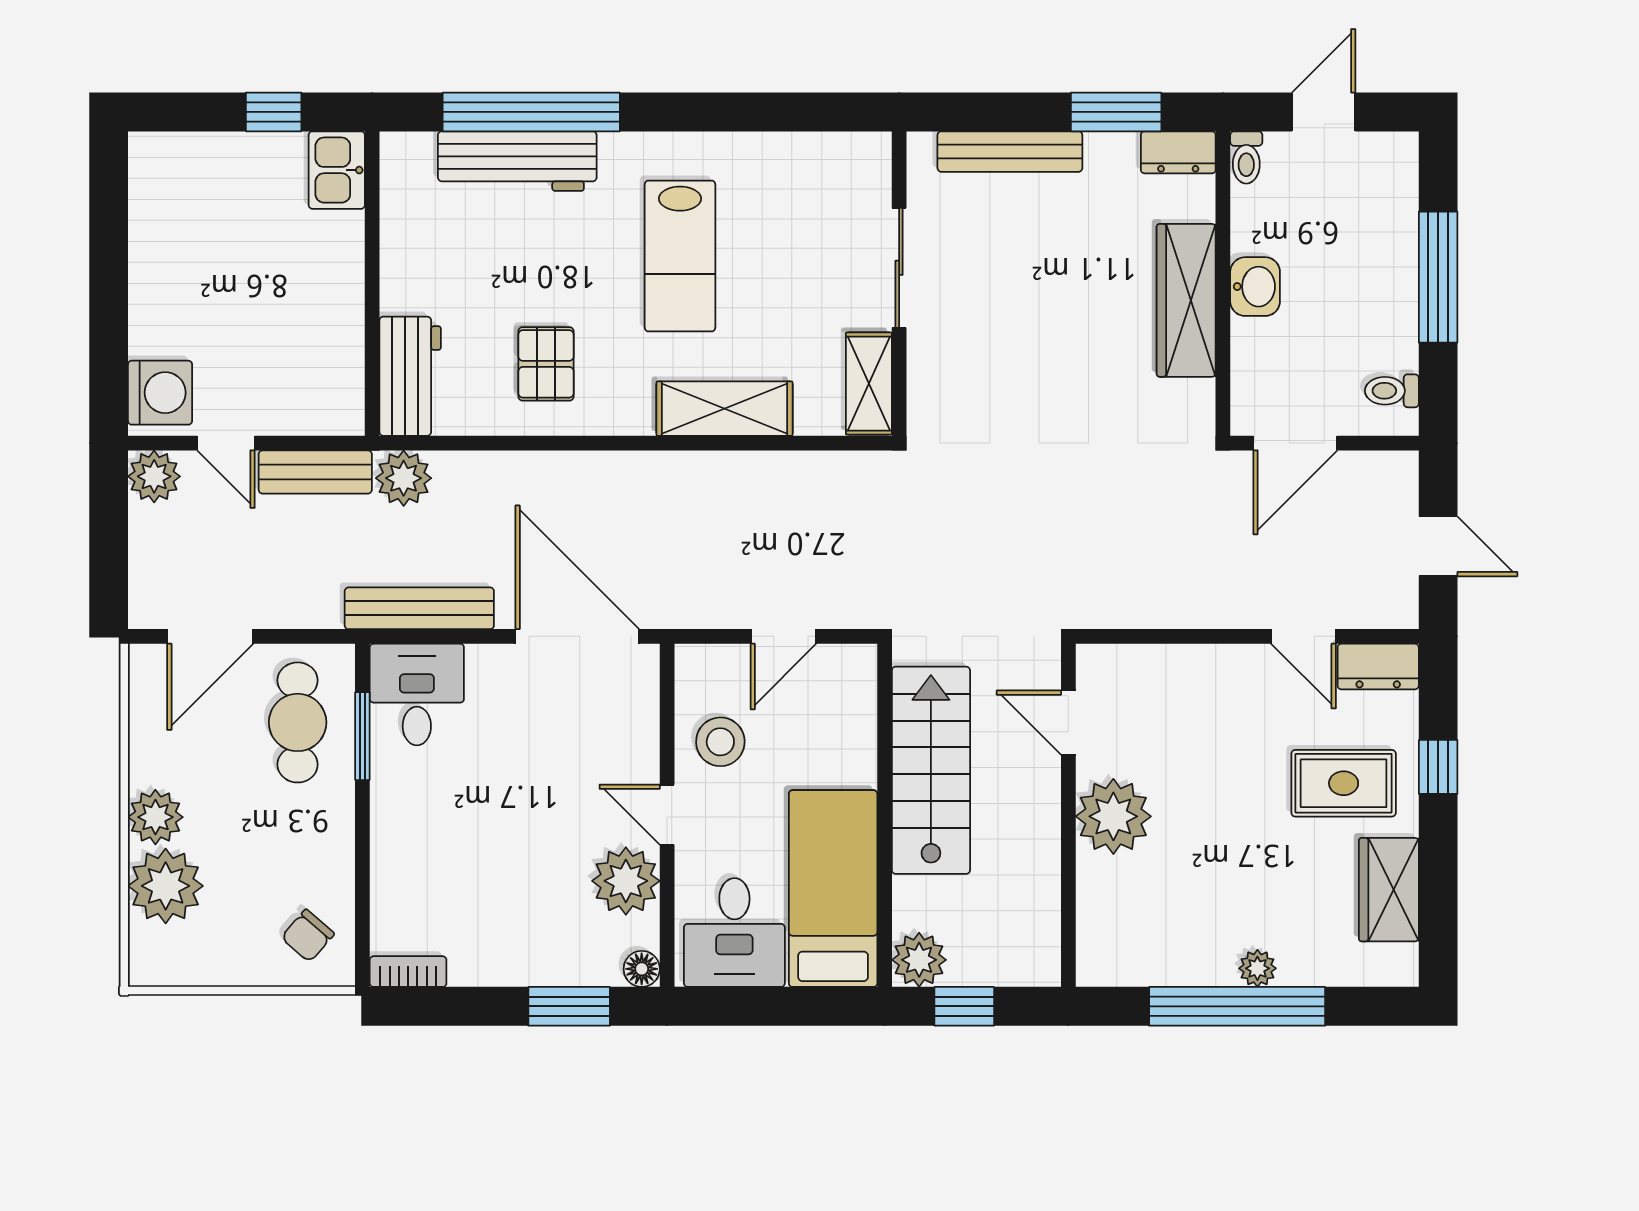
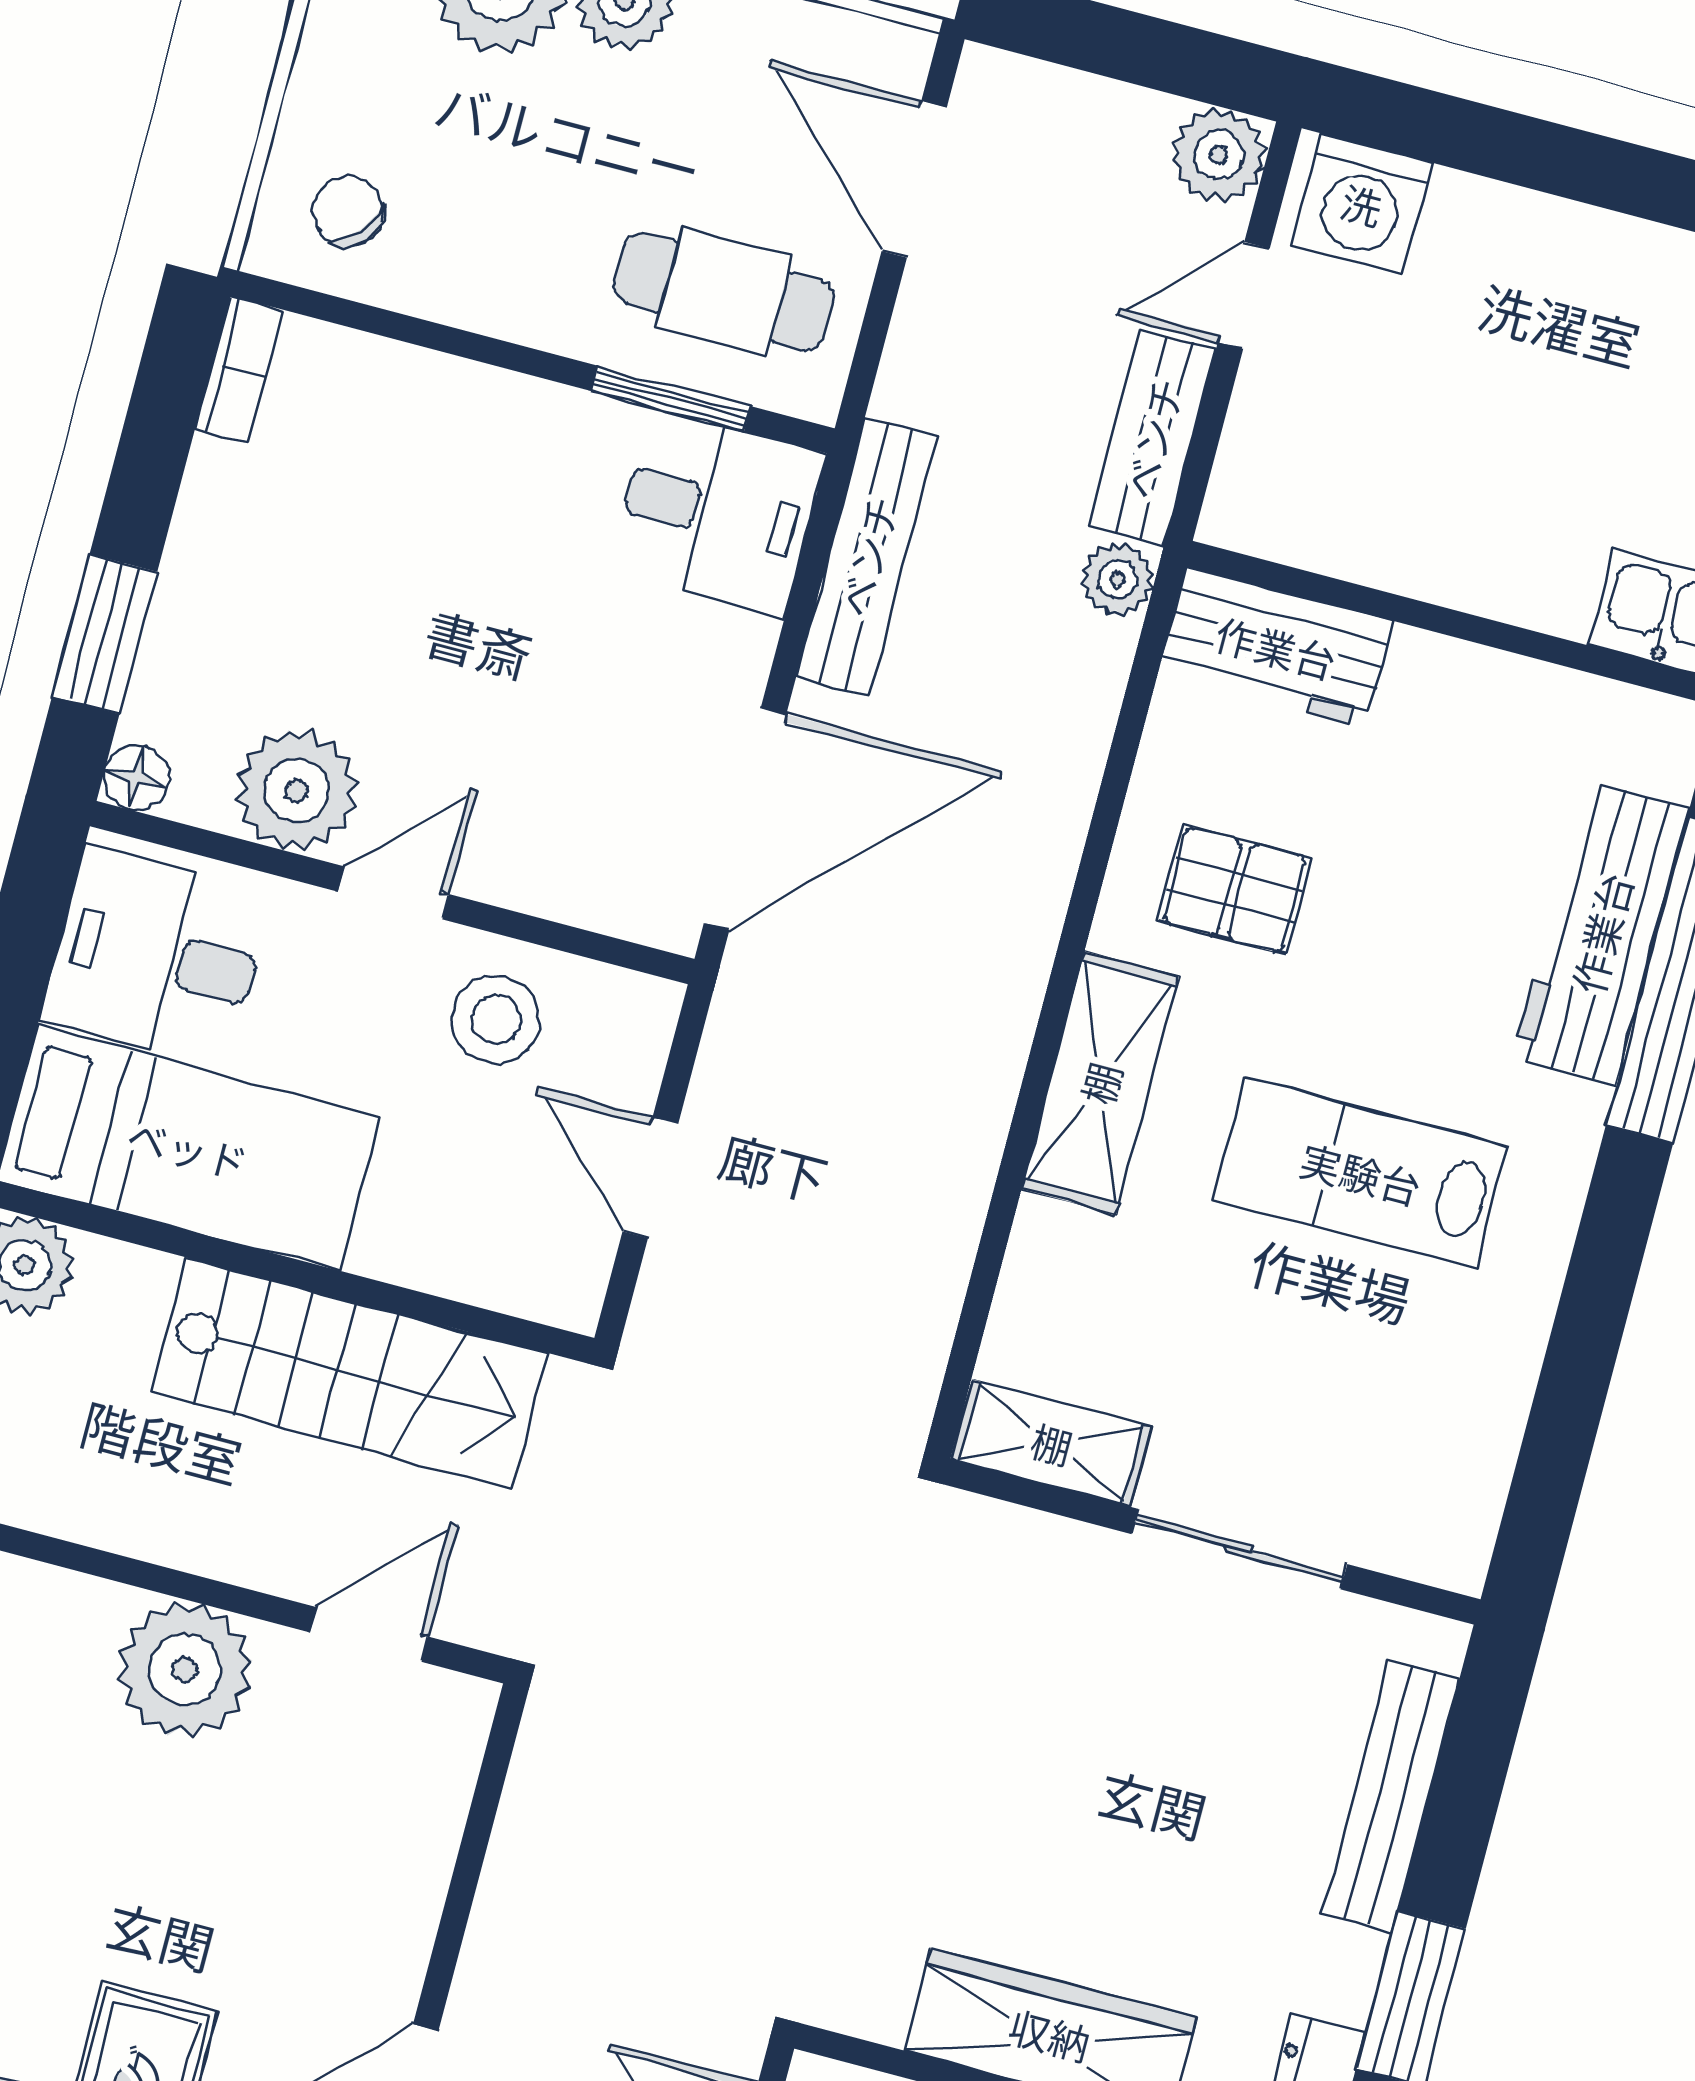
shelving: (725, 409) -> (1100, 1083), moved
plant: (404, 478) -> (1118, 579), width x0.73, depth x0.73

